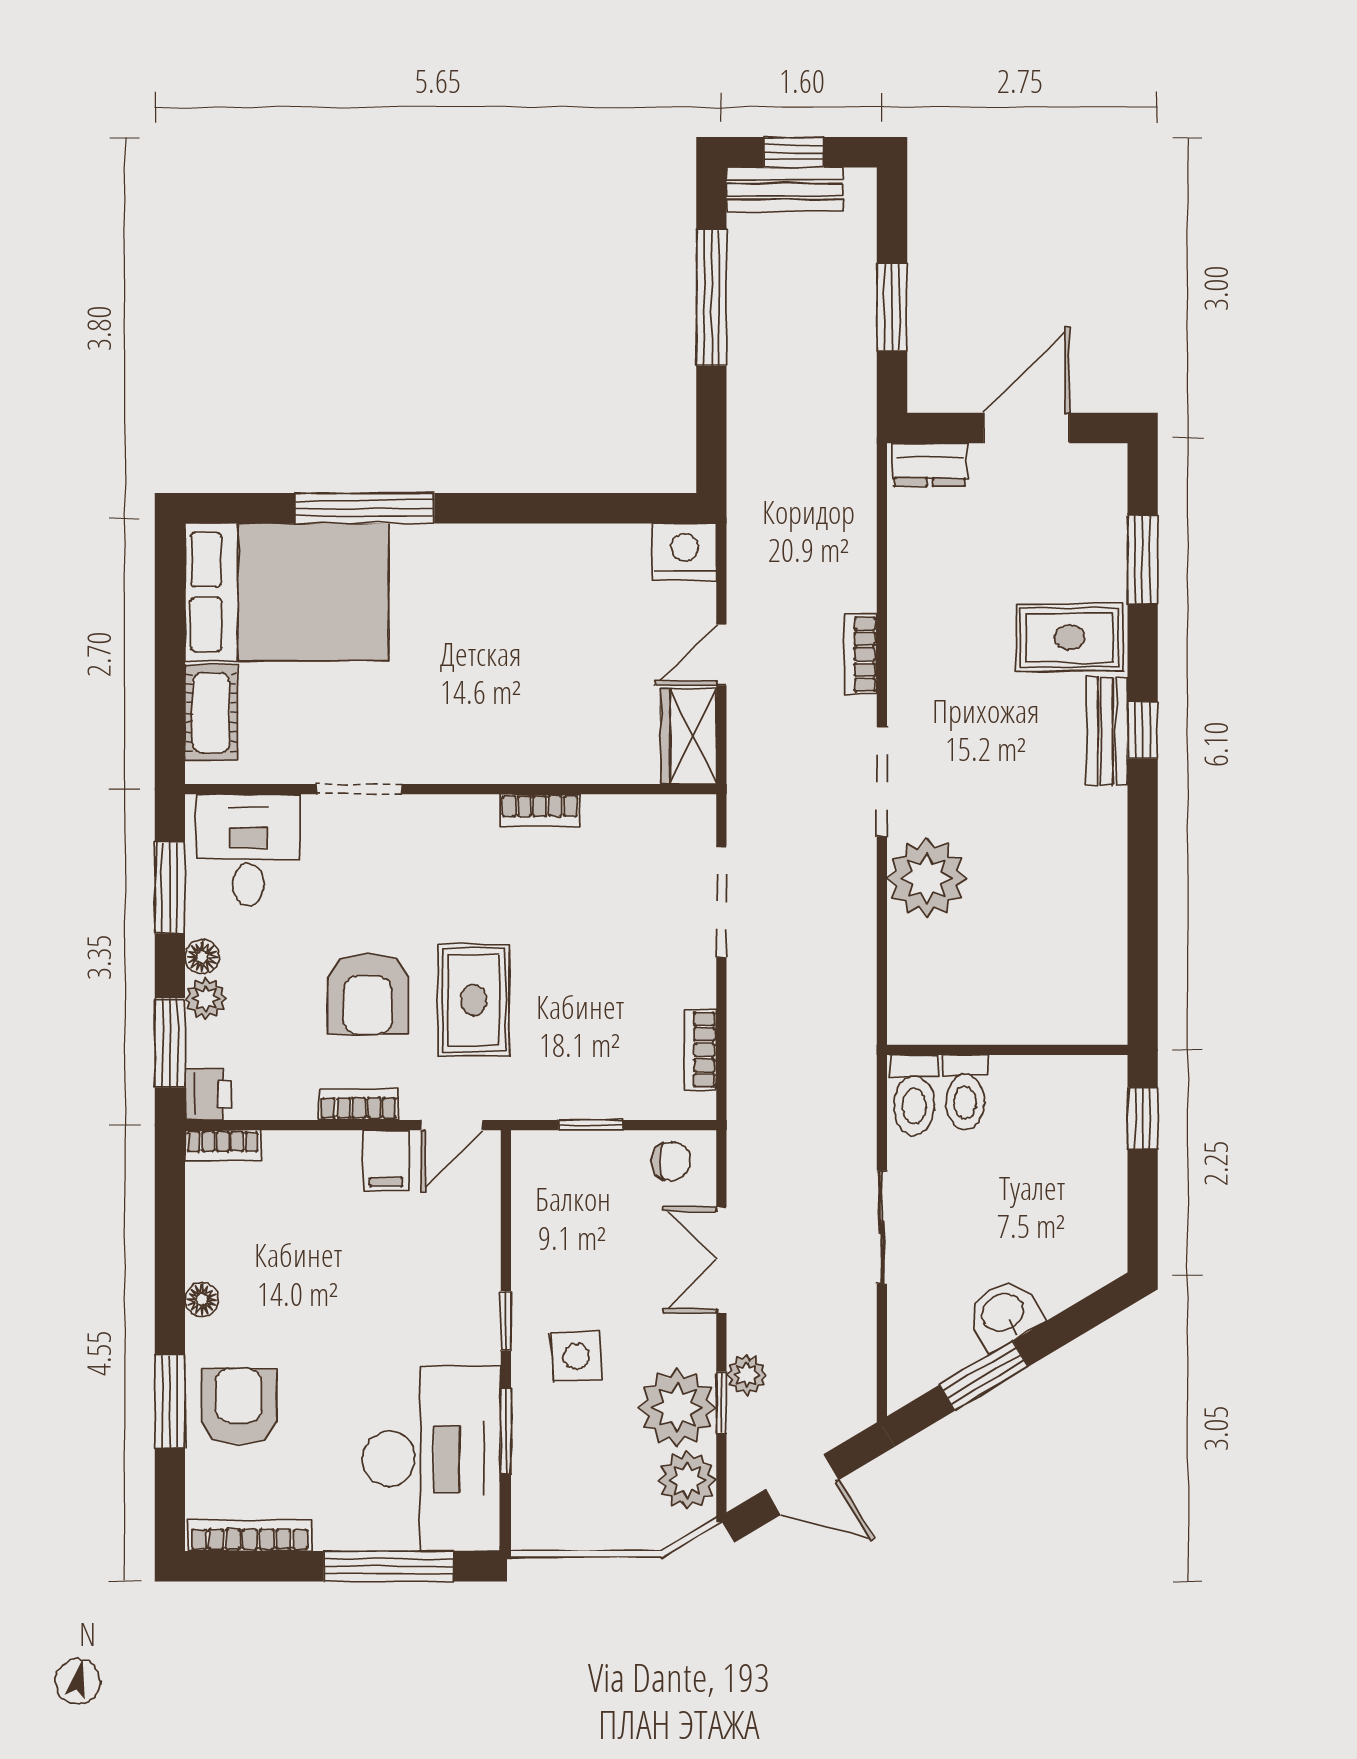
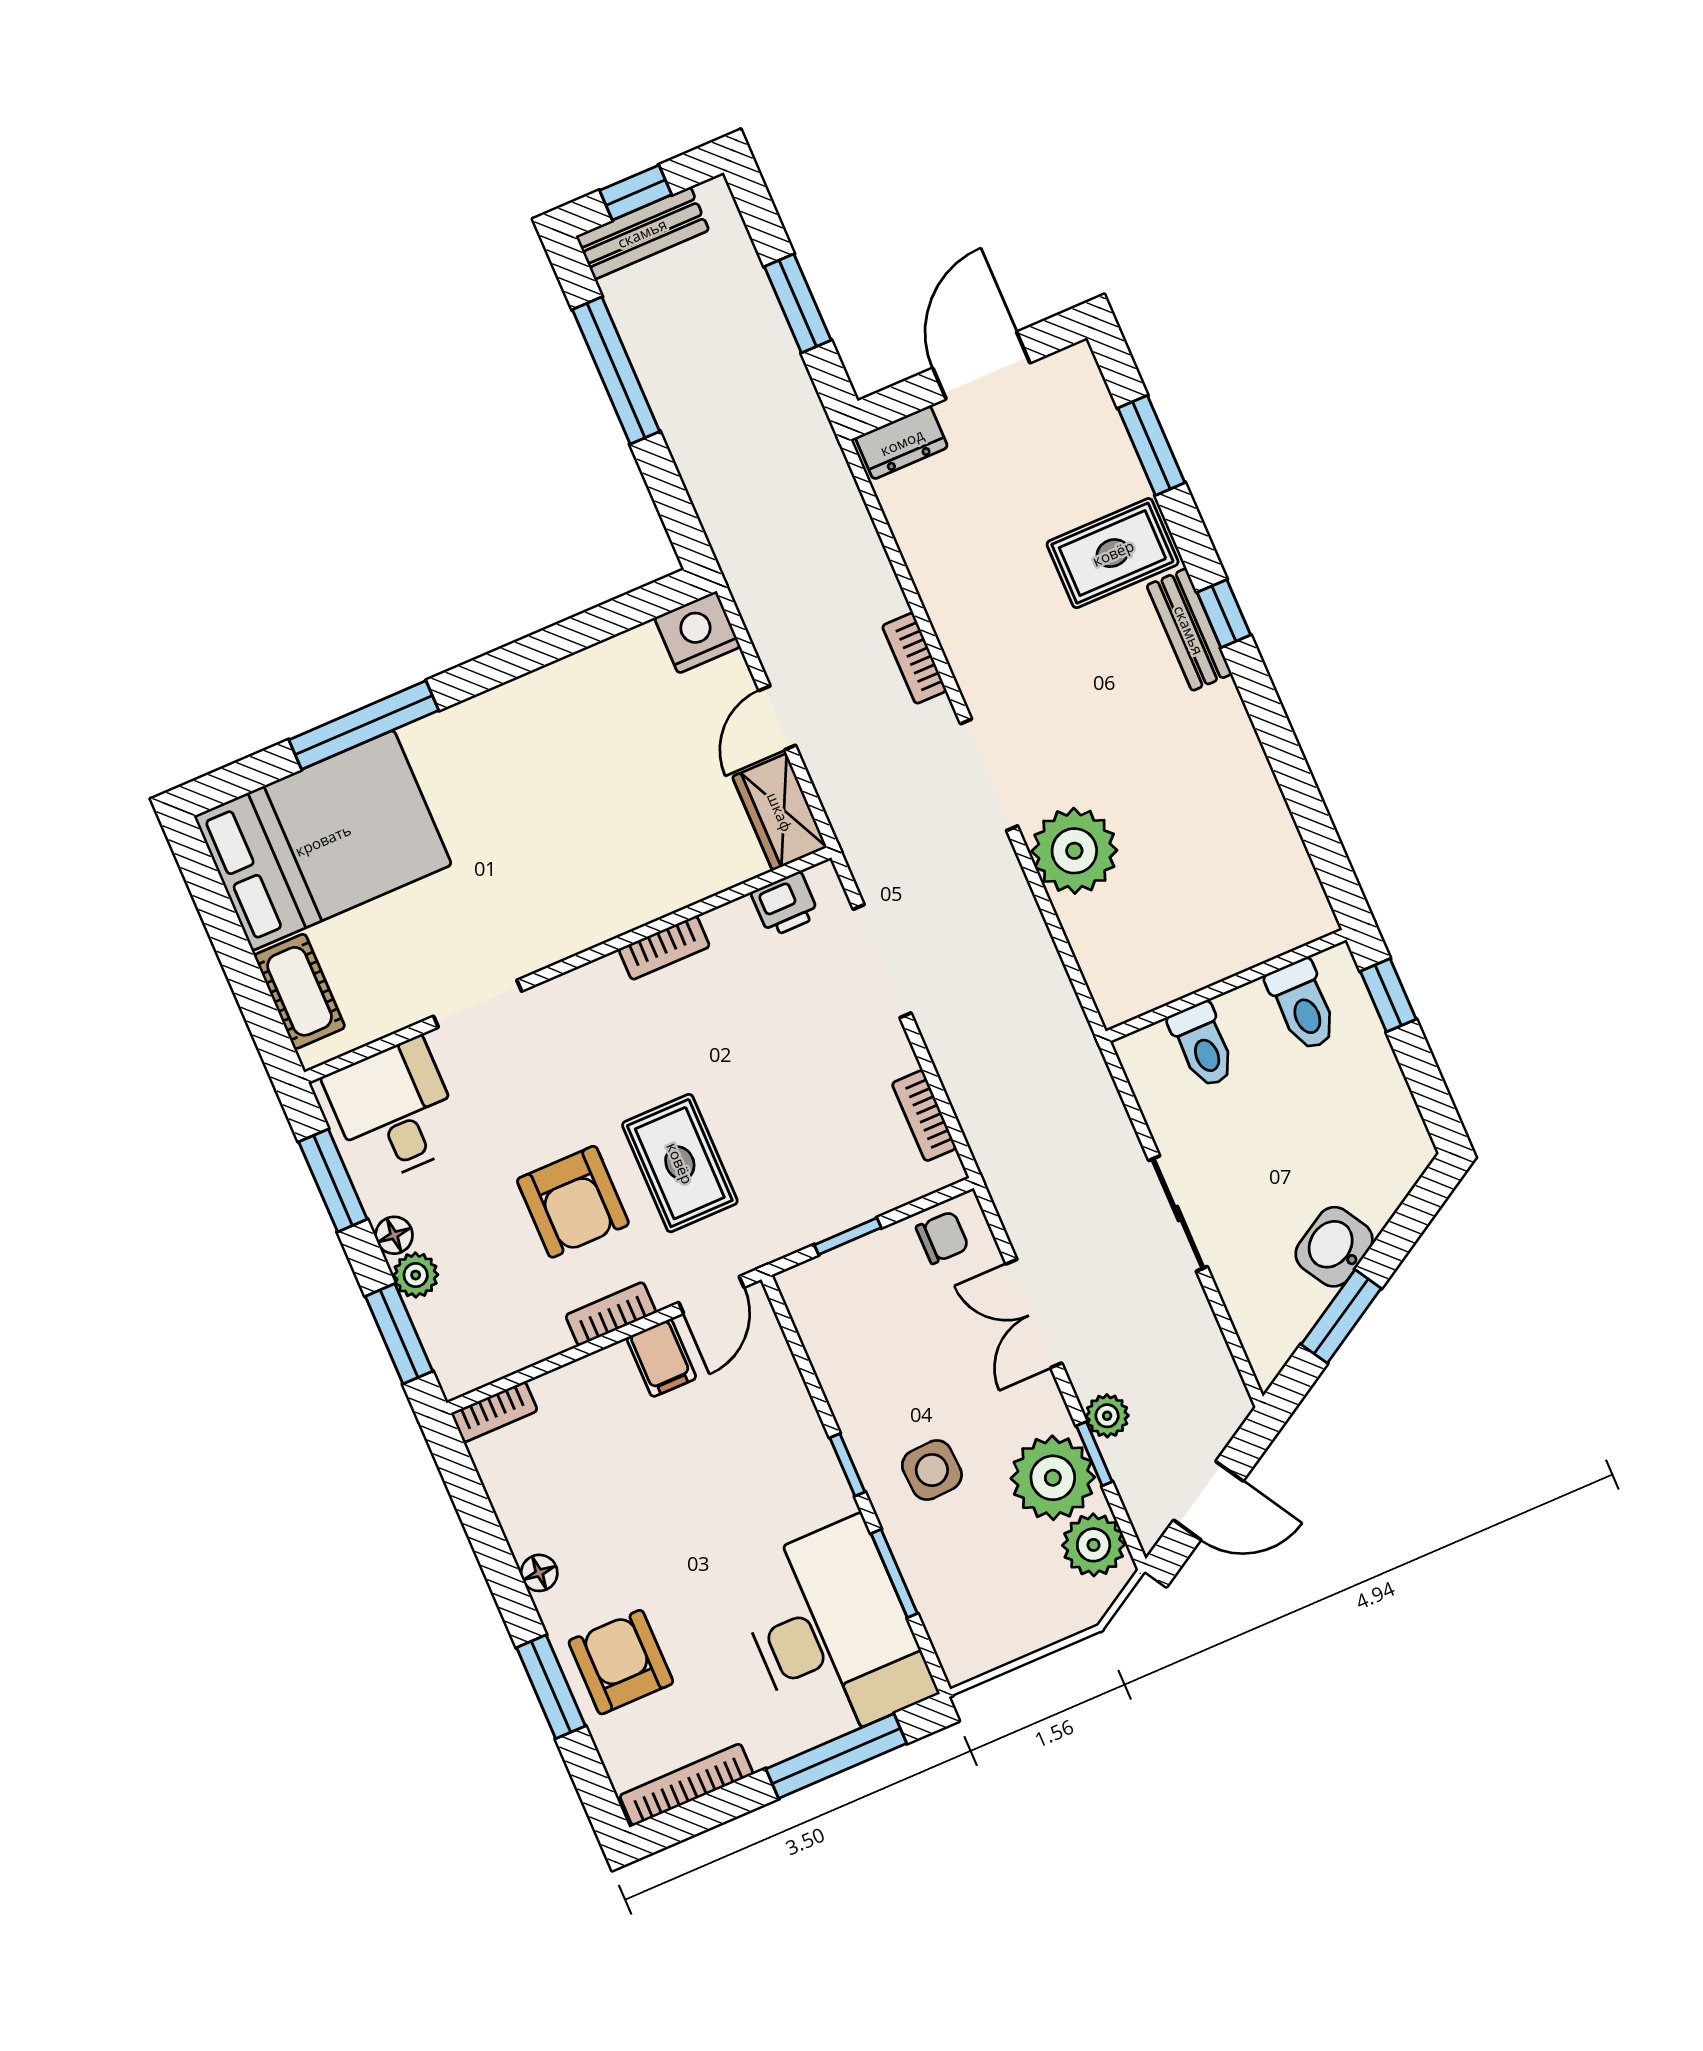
printer: (208, 1094) -> (785, 904), moved, turned 90
toilet: (914, 1095) -> (1303, 1005), moved

